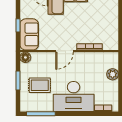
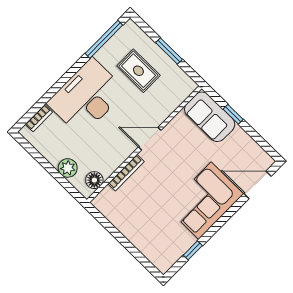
door: (65, 51) -> (150, 139), hinge flipped
floor lamp: (25, 57) -> (94, 180), moved
rug: (40, 85) -> (138, 71), turned 90

